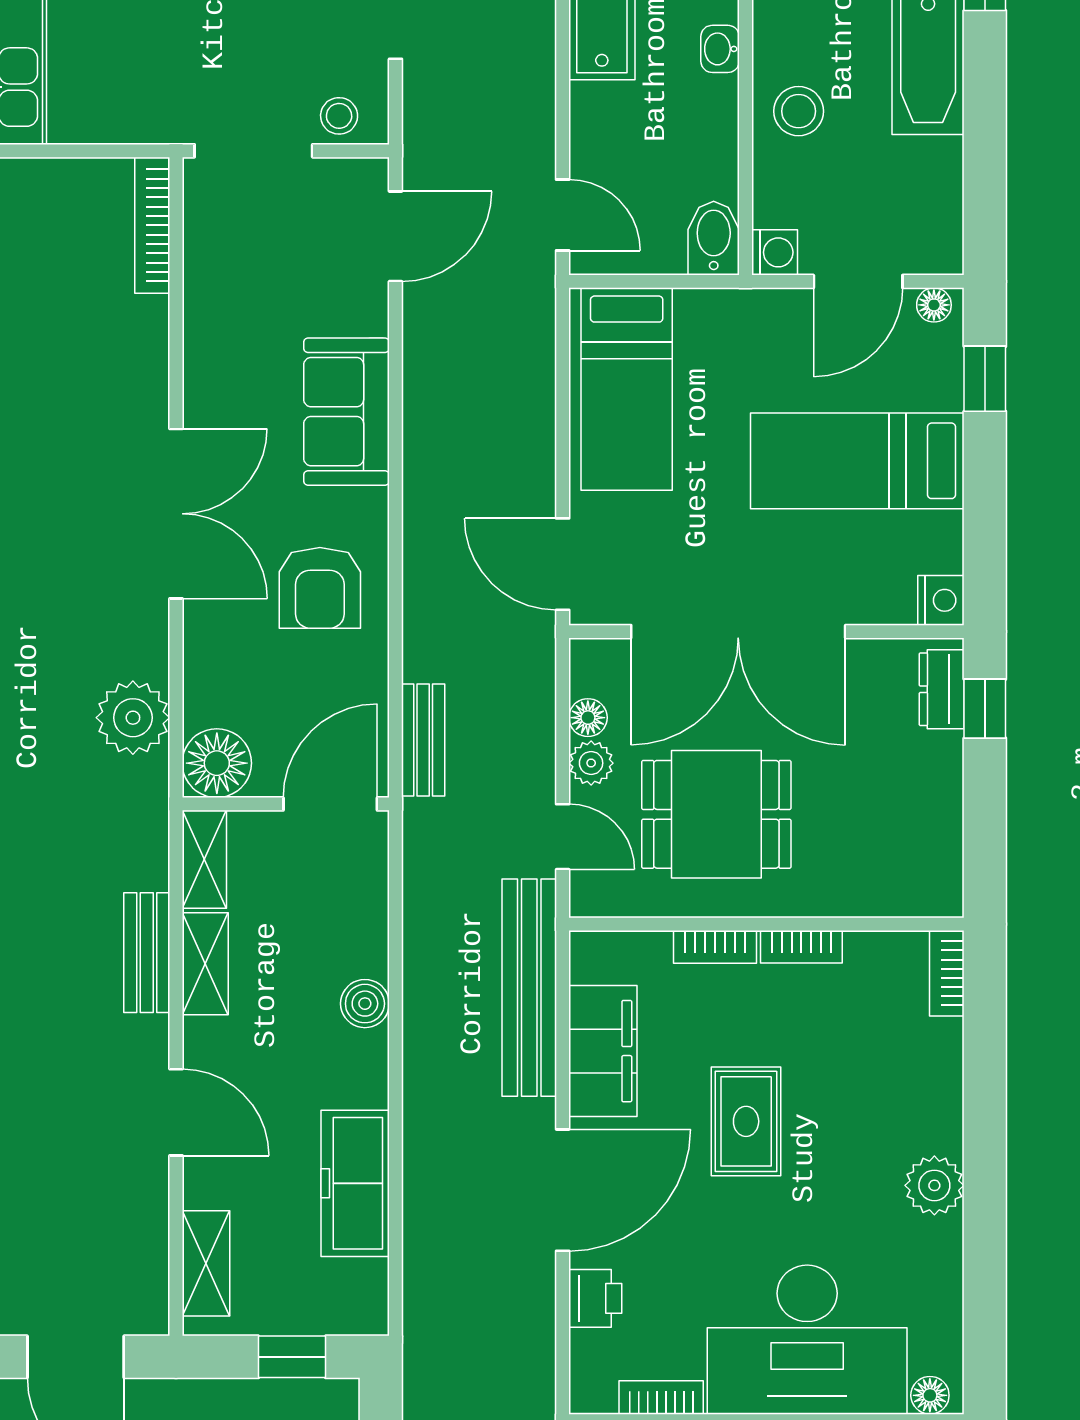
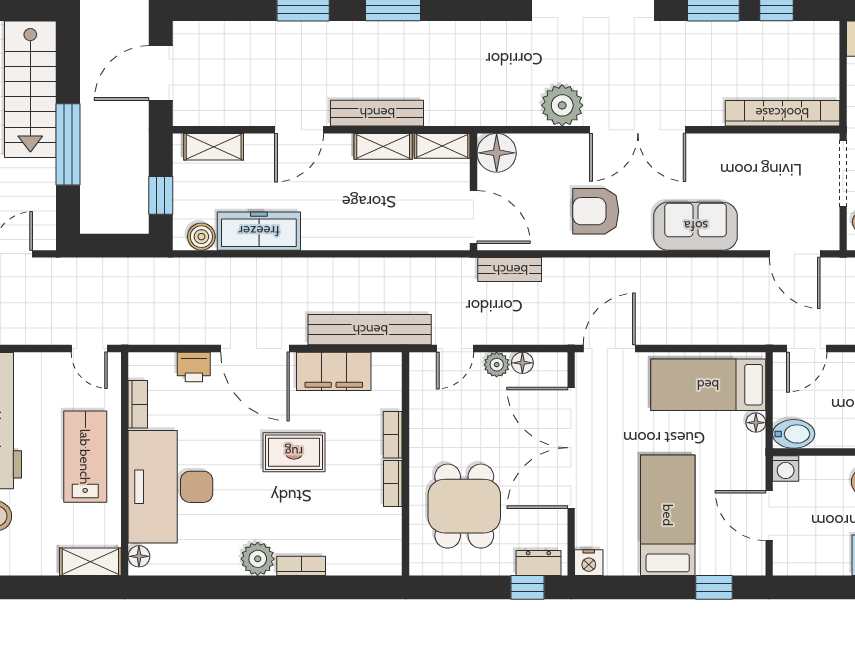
bookcase: (152, 225) -> (782, 113), width x1.48, depth x1.31
floor lamp: (934, 305) -> (756, 423), moved
plant: (133, 718) -> (562, 105), moved
dining table: (716, 814) -> (464, 506), moved
bench: (147, 953) -> (377, 113), width x1.36
bookcase: (947, 973) -> (301, 566), moved
boiler: (365, 1004) -> (201, 237), moved

